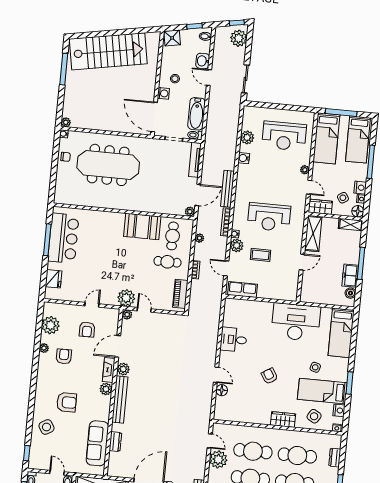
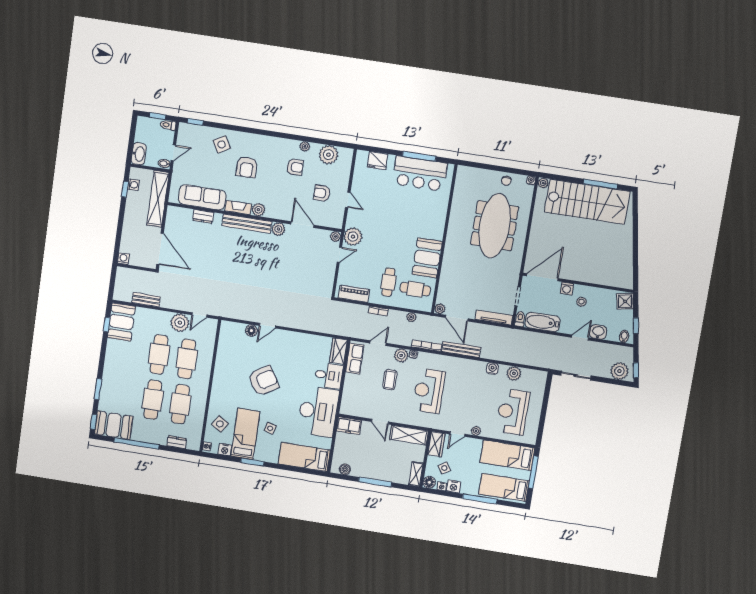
stairs: (108, 51) -> (587, 202), moved, turned -80
freezer: (350, 276) -> (349, 426), moved, turned 180
desk: (234, 340) -> (329, 375), moved, turned 90
fireplace: (109, 370) -> (238, 208), moved
armchair: (269, 376) -> (264, 381), width x1.88, depth x1.88
wardrobe: (283, 419) -> (338, 351), moved, turned 180

